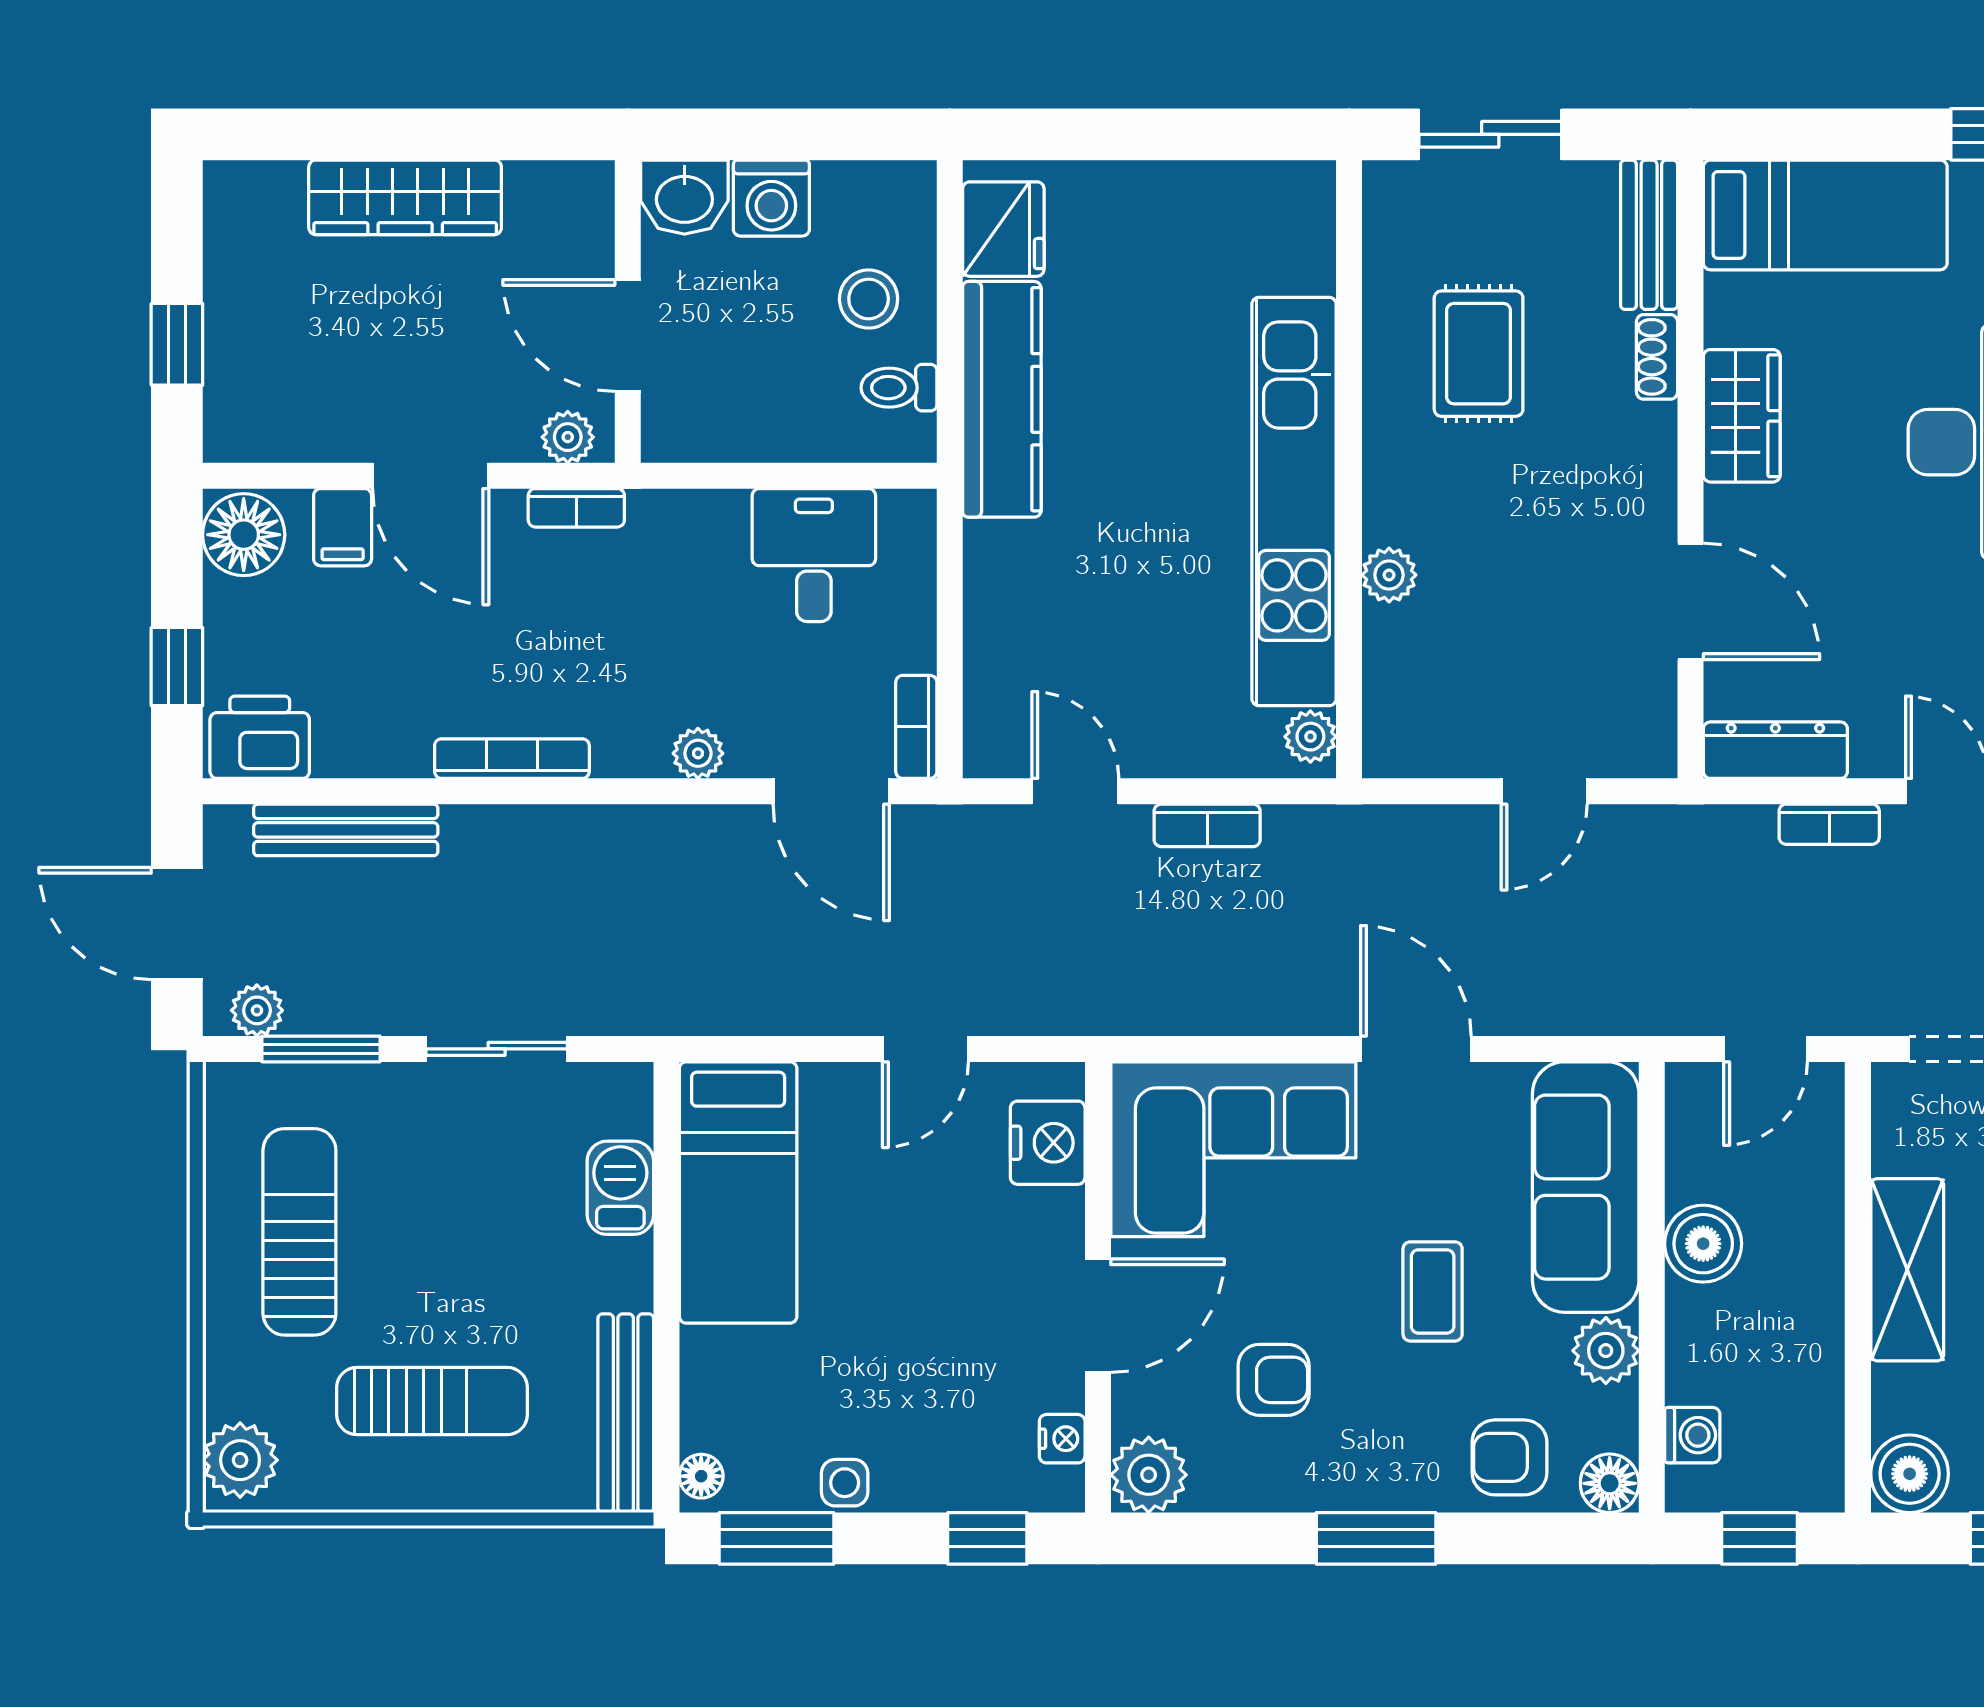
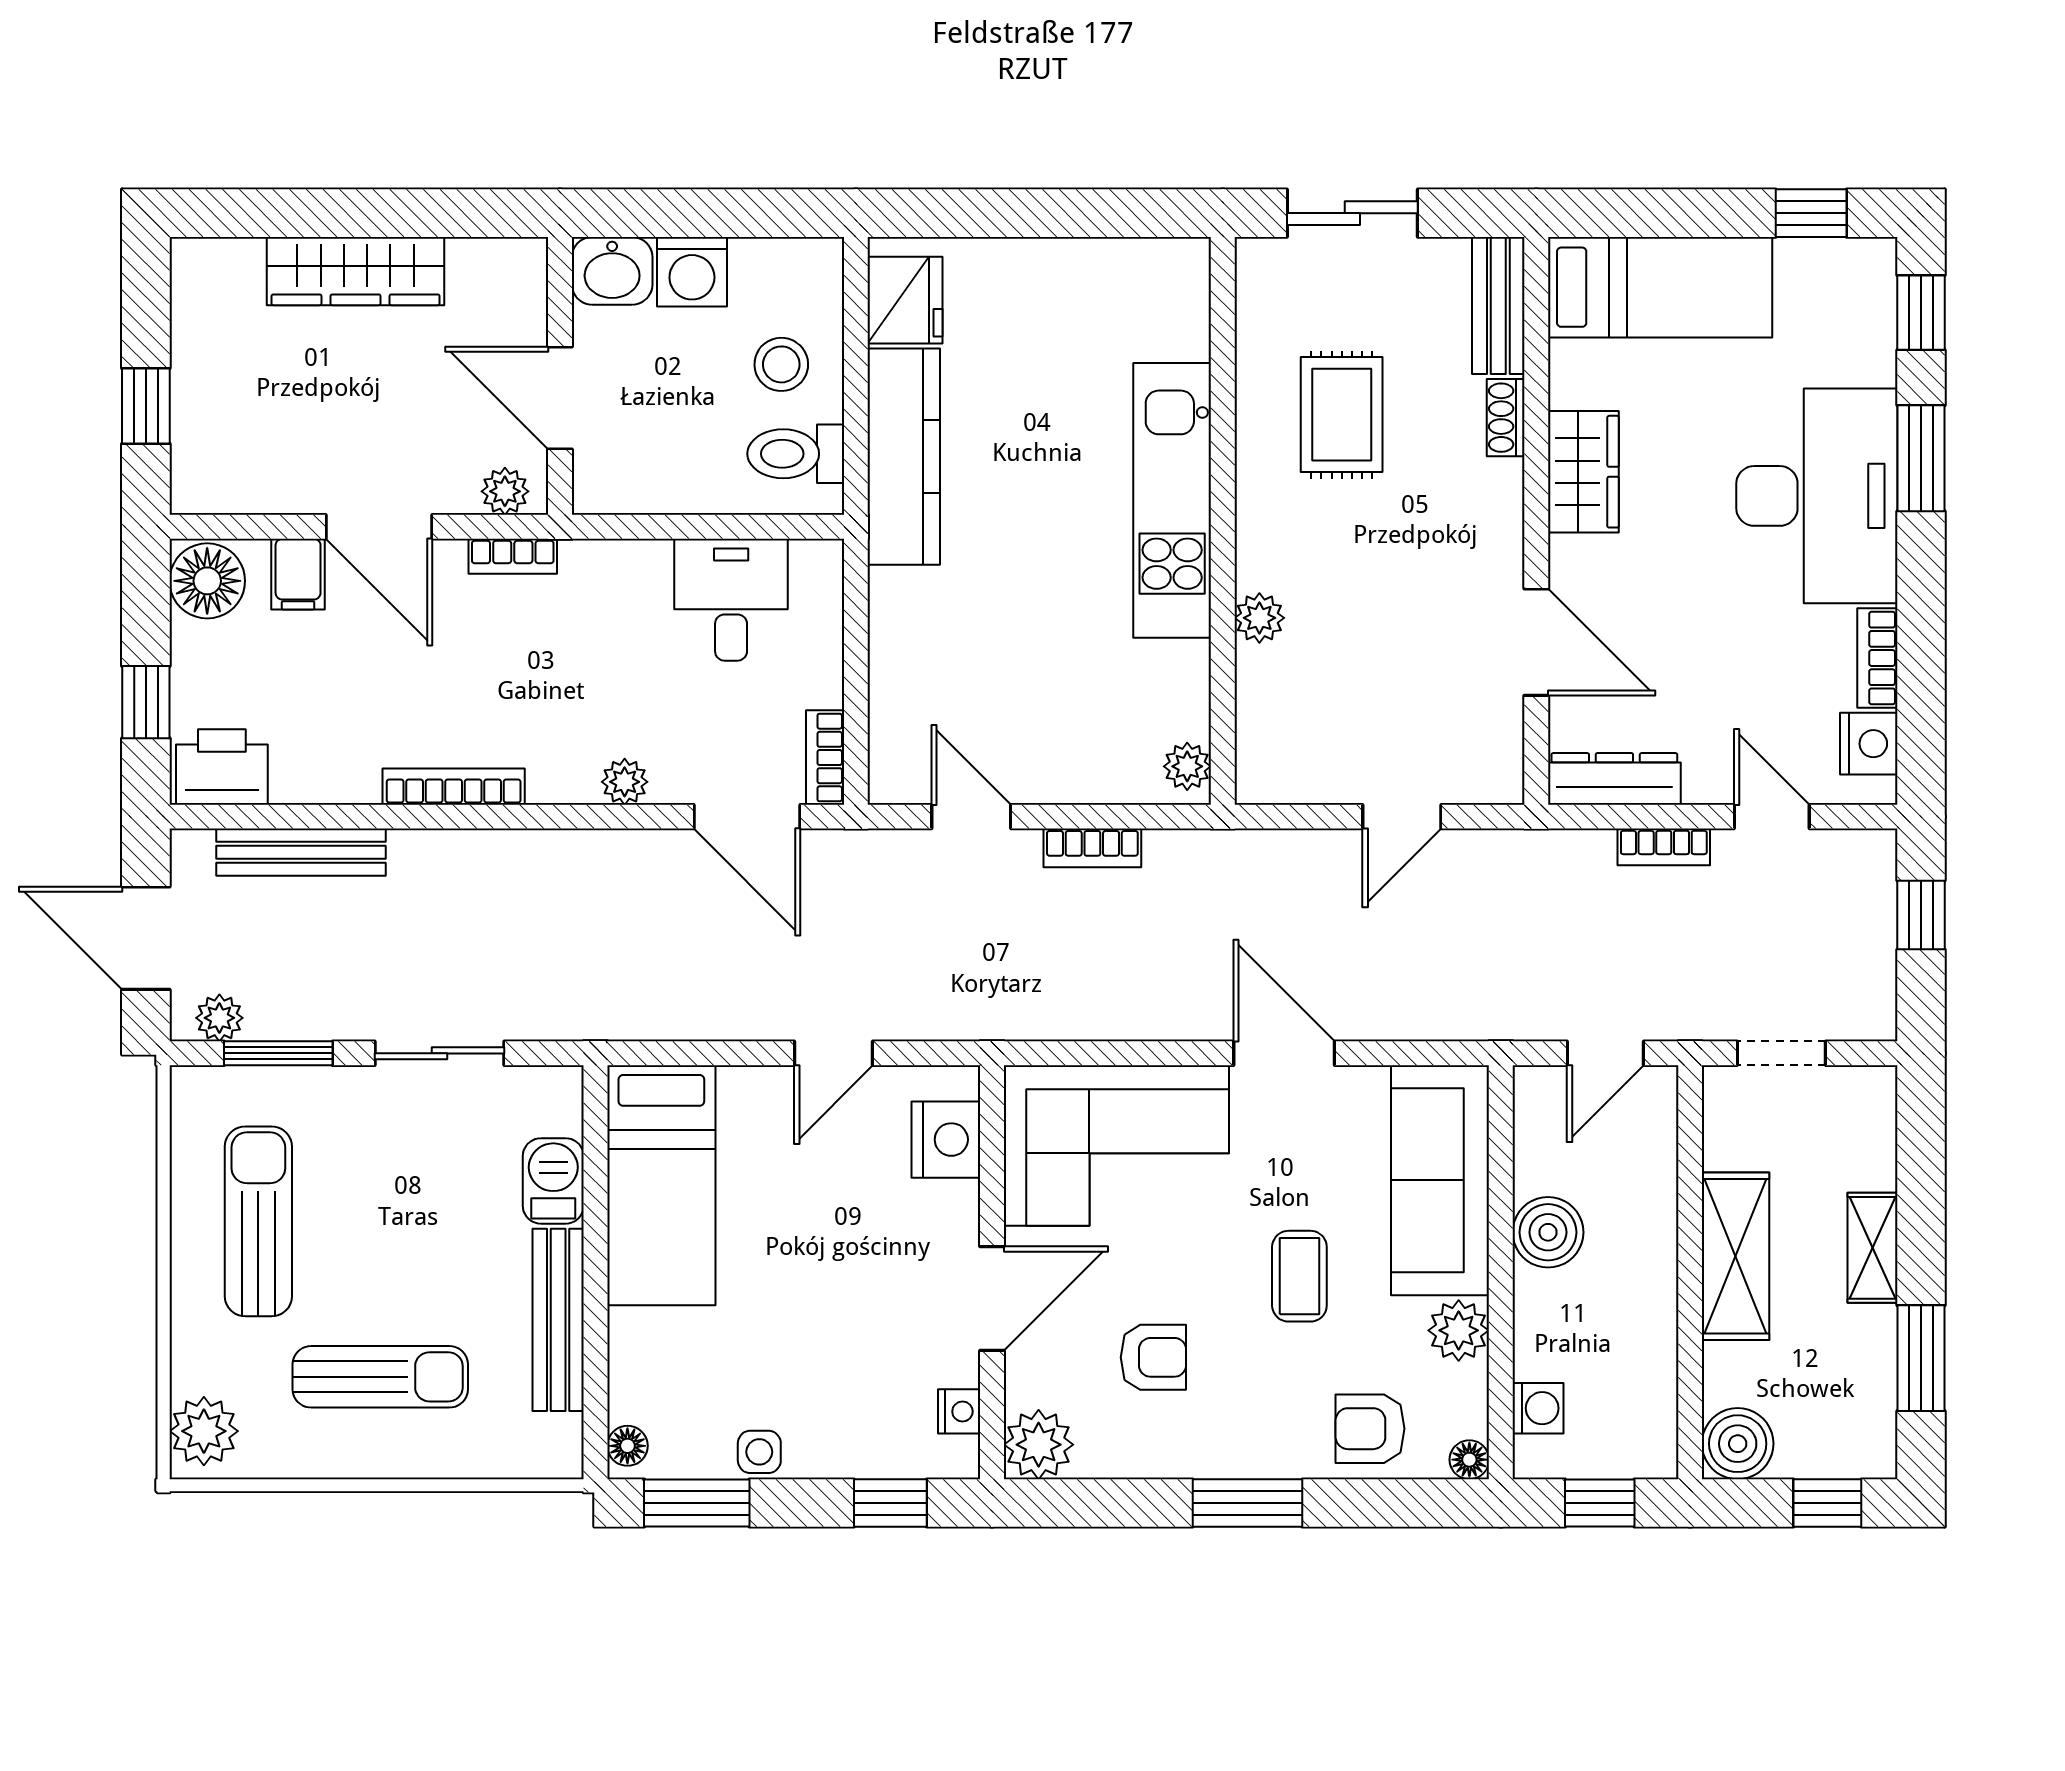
toilet: (899, 388) -> (796, 454), width x1.37, depth x1.39
kitchen unit: (1294, 502) -> (1172, 500), width x0.73
bench: (626, 1413) -> (558, 1320), moved
floor lamp: (1610, 1483) -> (1469, 1460), width x0.73, depth x0.73

